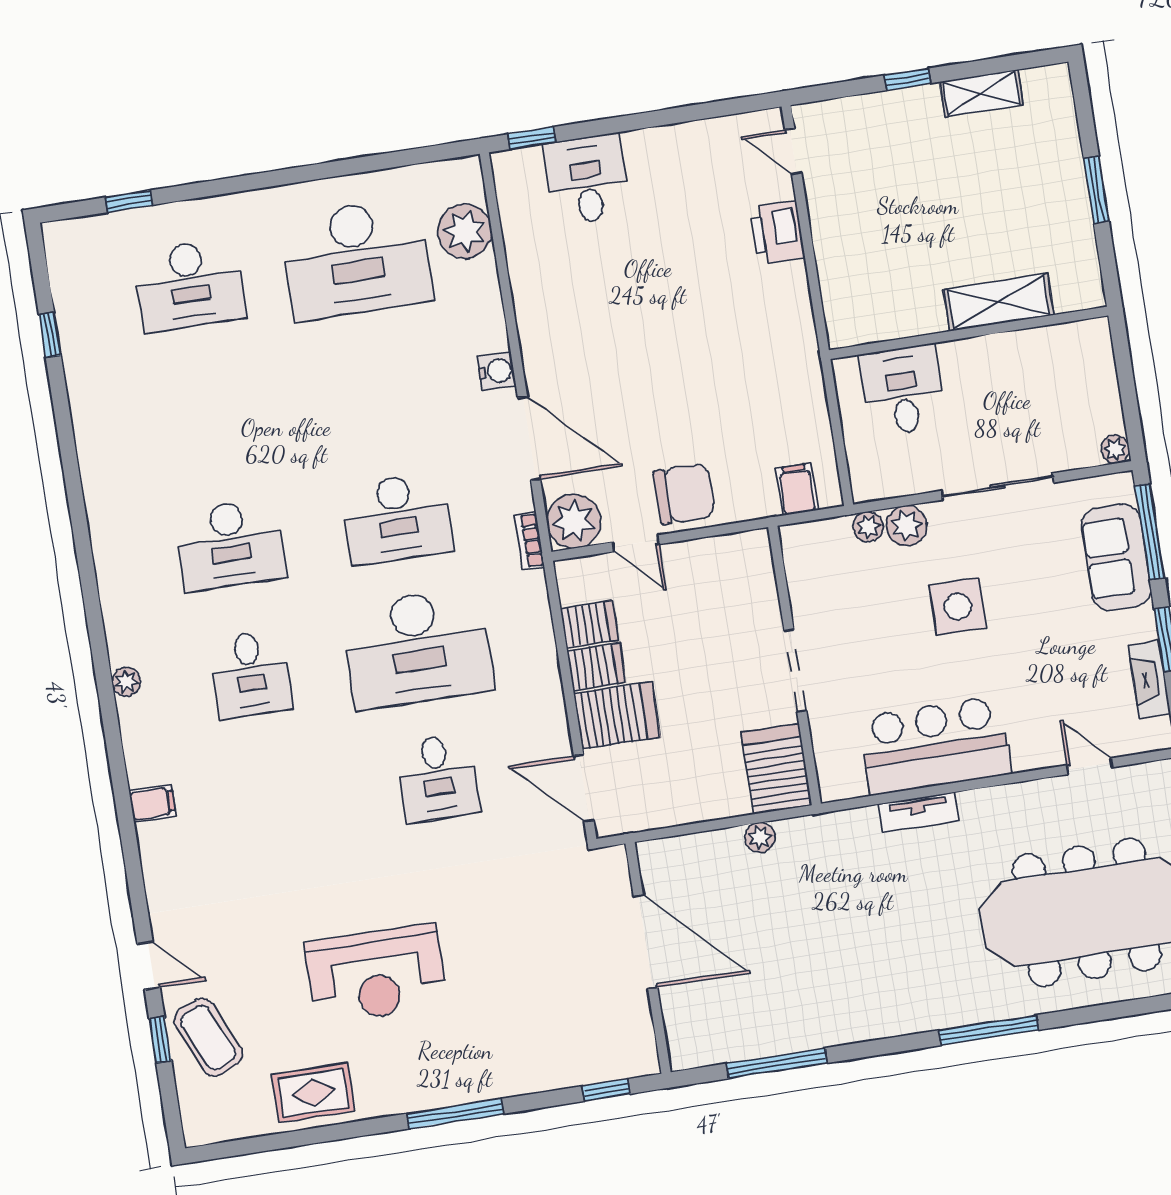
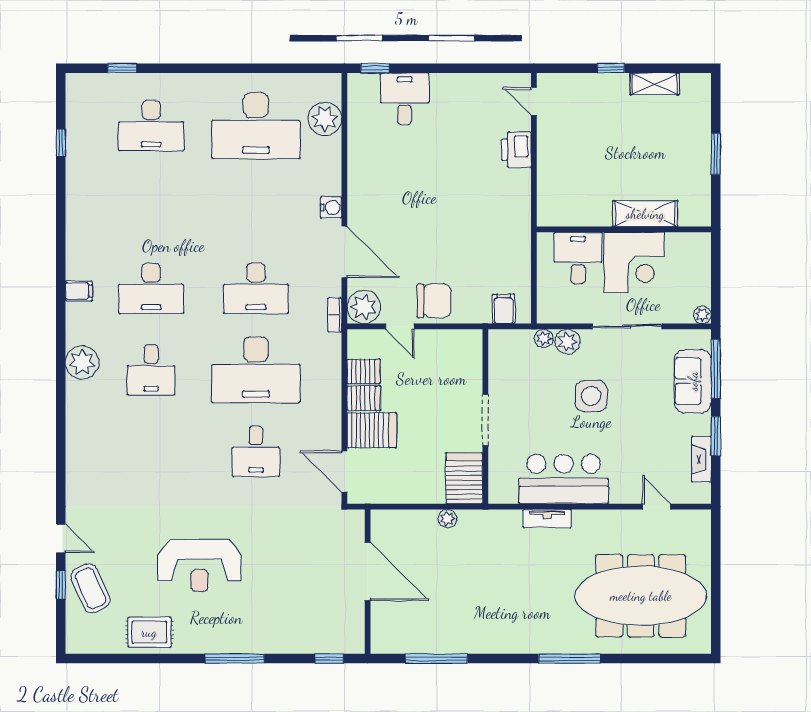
corner desk: (993, 383) -> (634, 262), added
plant: (126, 682) -> (82, 362), width x1.88, depth x1.88
filing cabinet: (153, 803) -> (79, 291), moved

